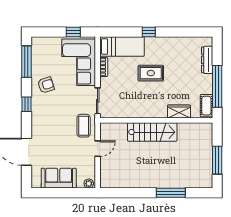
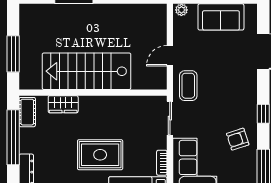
rug: (151, 73) -> (100, 155), width x1.36, depth x1.43
stairs: (152, 132) -> (87, 71), width x1.36, depth x1.51
window: (217, 160) -> (13, 54), moved

